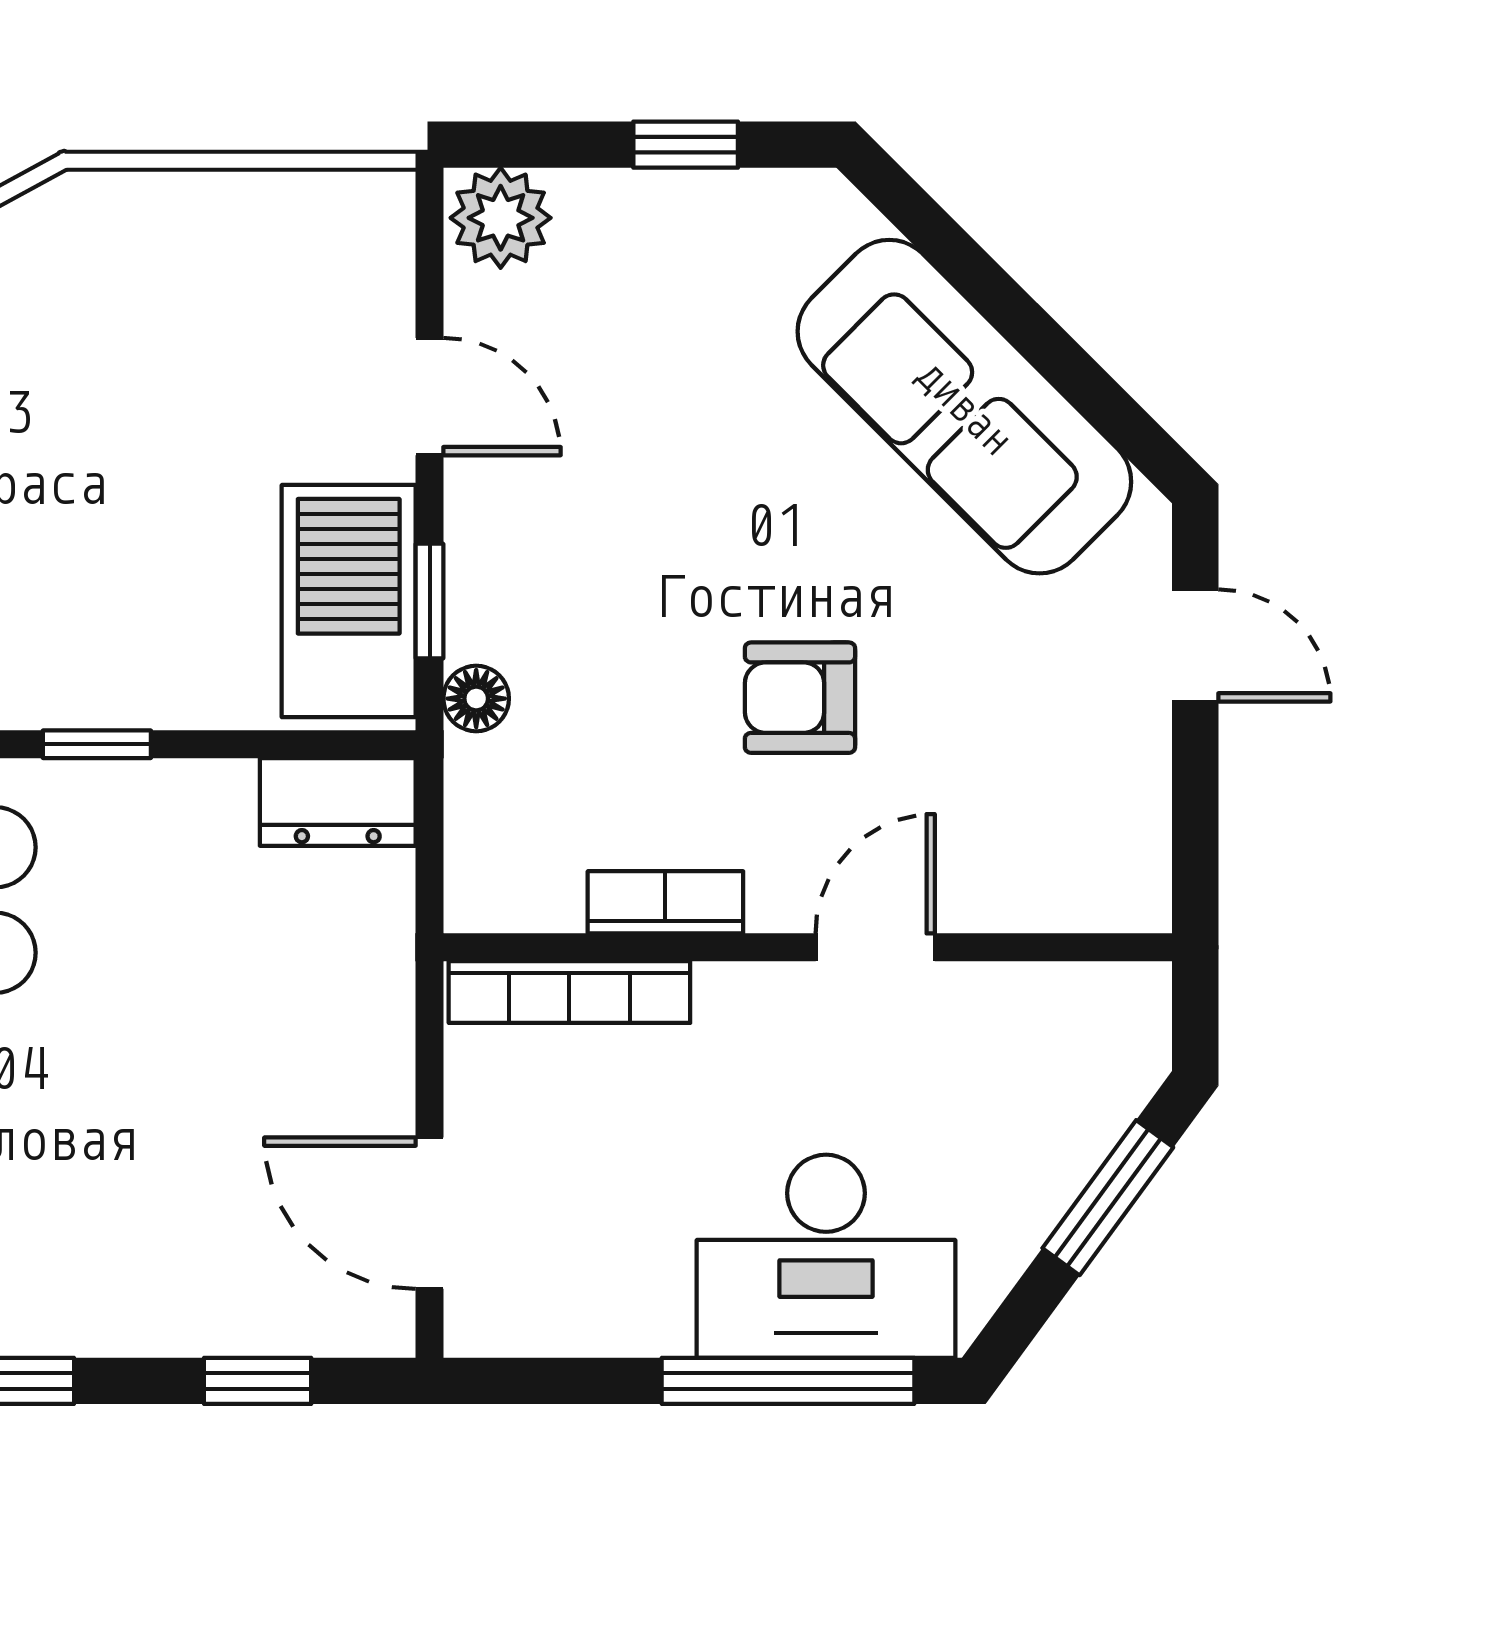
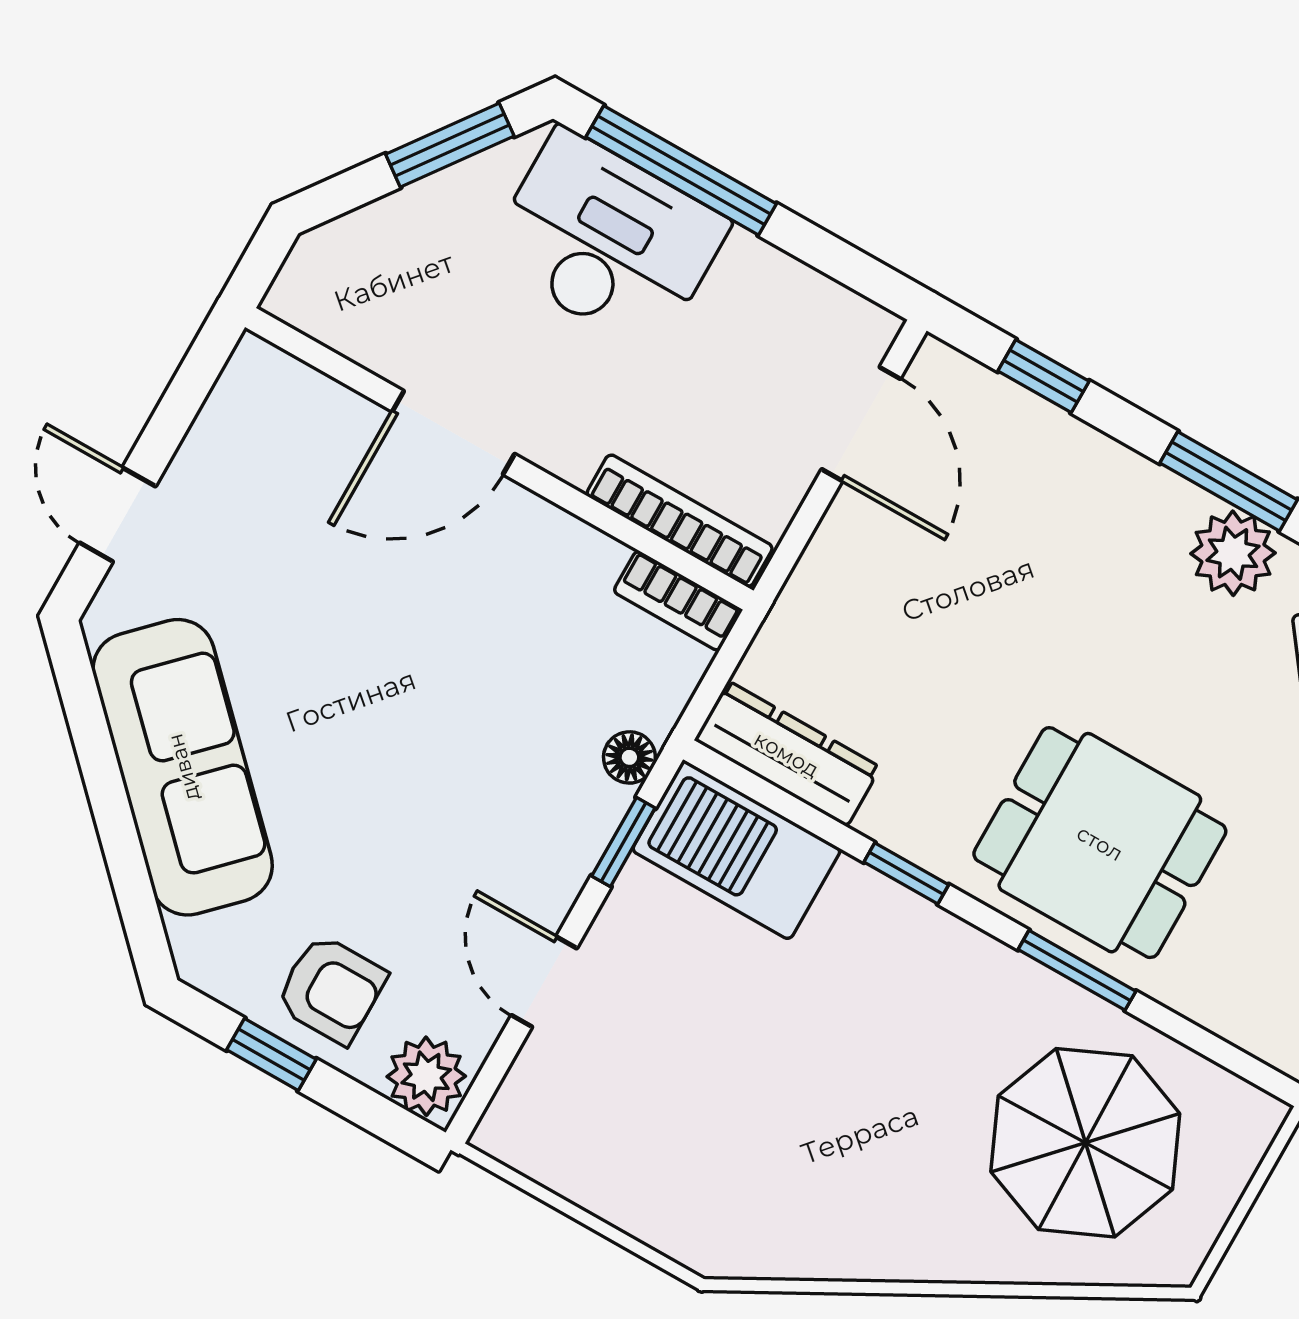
barbecue: (349, 601) -> (736, 850), moved, turned 90
armchair: (800, 698) -> (331, 989), moved
dresser: (338, 802) -> (787, 754), width x1.44
bookcase: (665, 902) -> (678, 601), moved
door: (875, 947) -> (453, 433), width x1.38
window: (1108, 1198) -> (450, 145), moved

